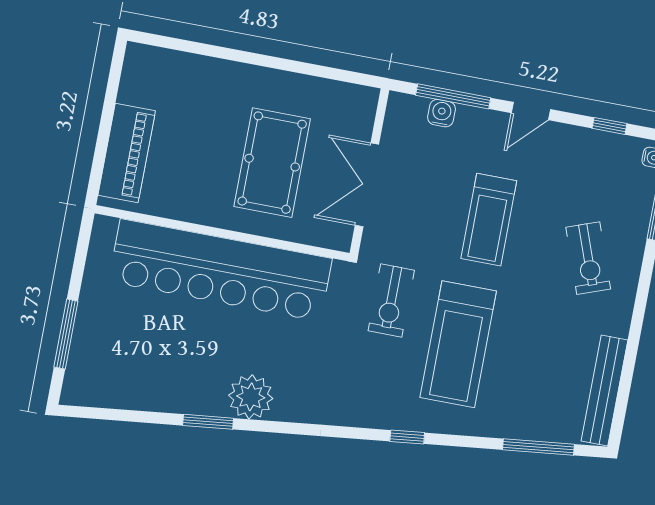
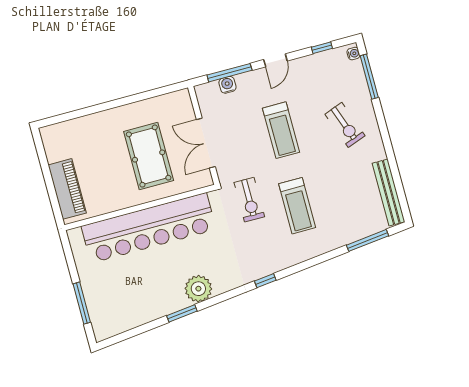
treadmill: (458, 344) -> (297, 206), width x0.73, depth x0.73
window: (407, 437) -> (265, 281), moved

